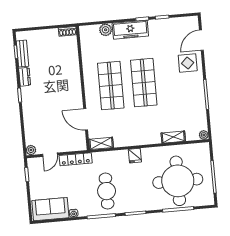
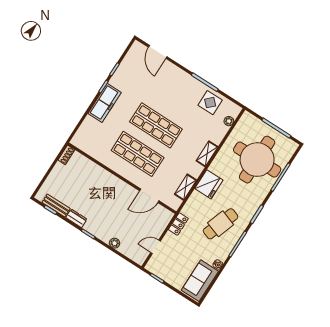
plant: (106, 30) -> (89, 123), removed
display table: (188, 63) -> (210, 103), moved
plant: (204, 135) -> (229, 121), moved
shelving: (173, 137) -> (207, 154), moved
shelving: (101, 143) -> (186, 187), moved
plant: (31, 150) -> (114, 243), moved
door: (50, 155) -> (155, 247), swing flipped
fridge: (135, 156) -> (209, 184), width x1.88, depth x1.34
locker: (76, 159) -> (178, 224), width x0.66
cafe table: (107, 191) -> (221, 224), turned -71

